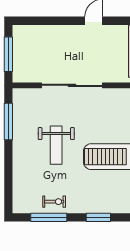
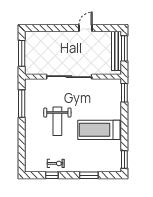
window: (49, 217) -> (52, 175), width x0.46

